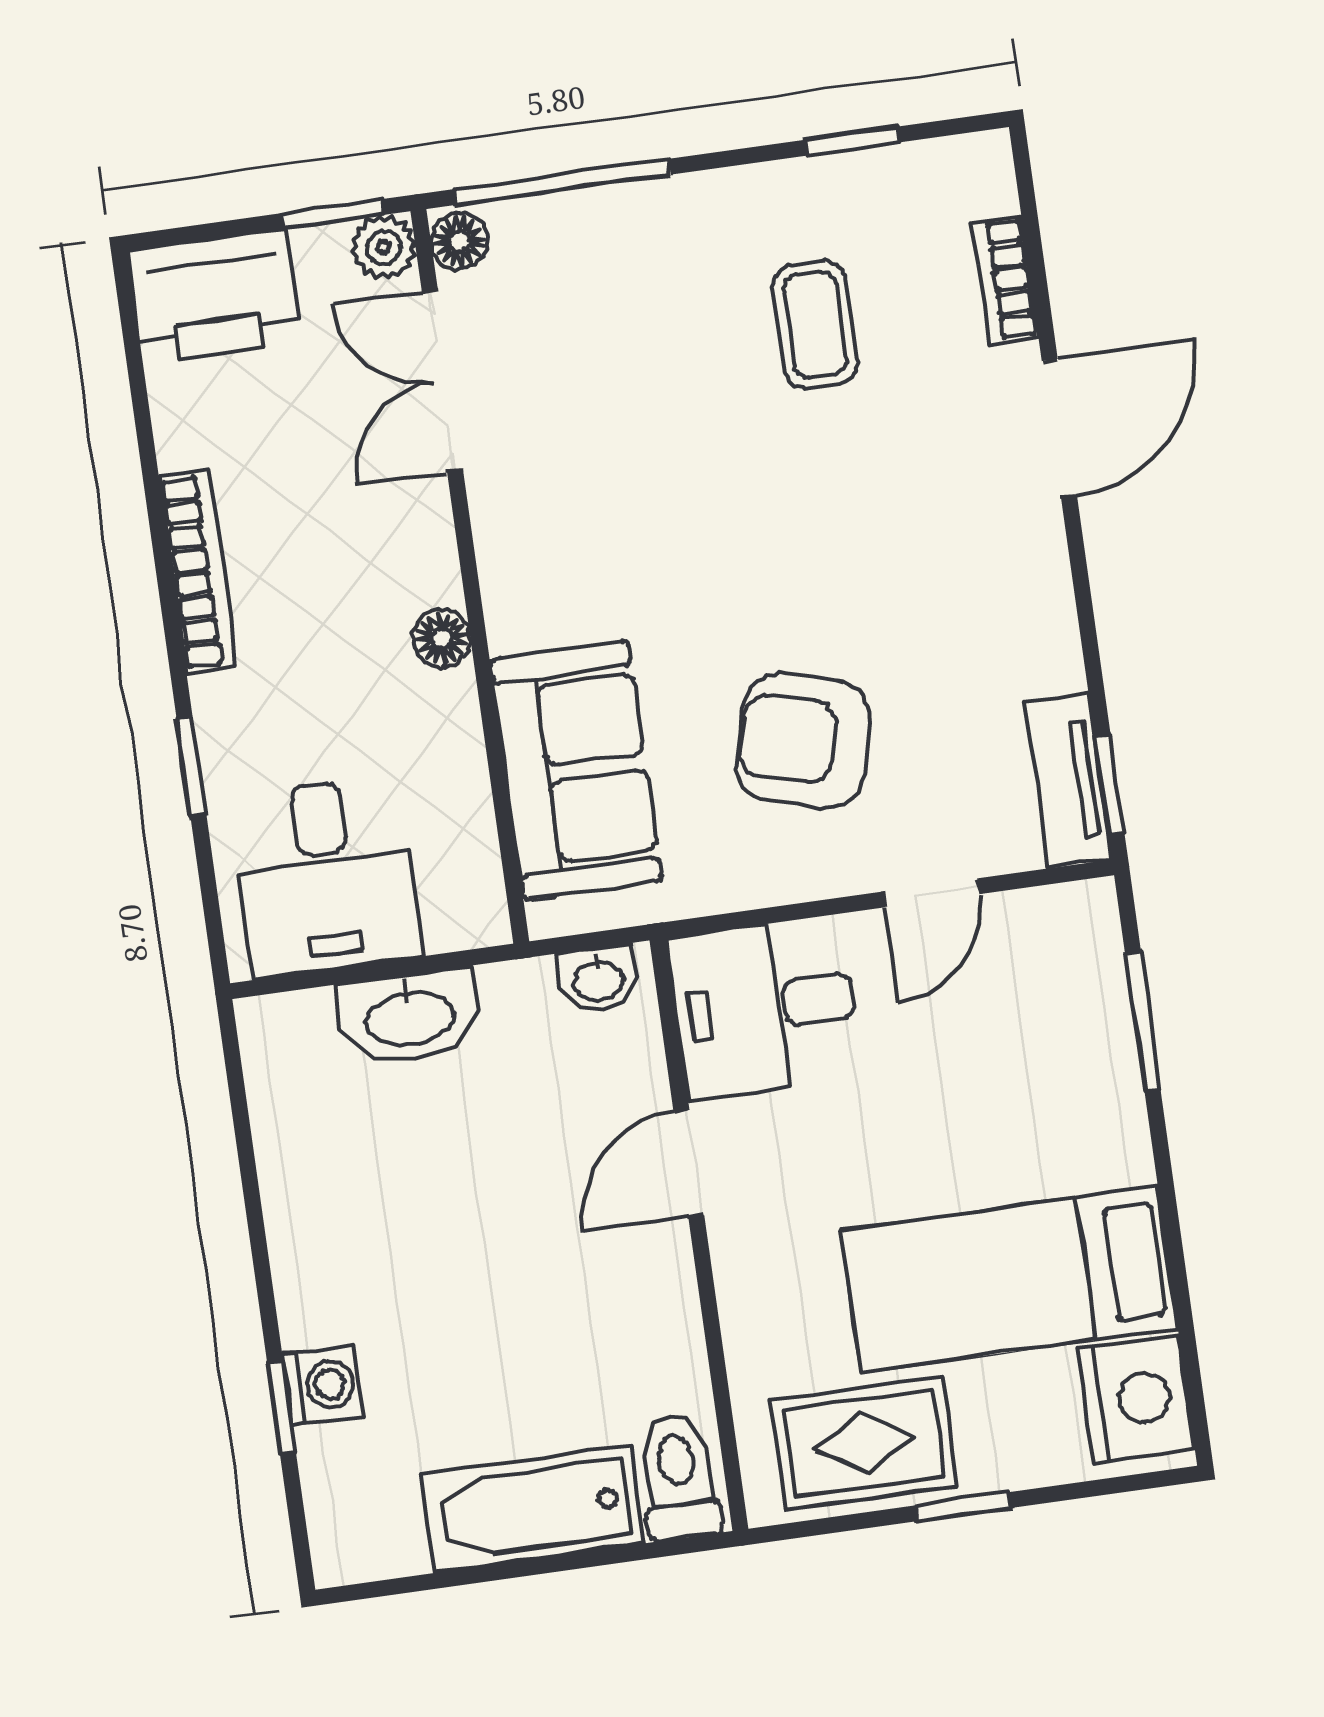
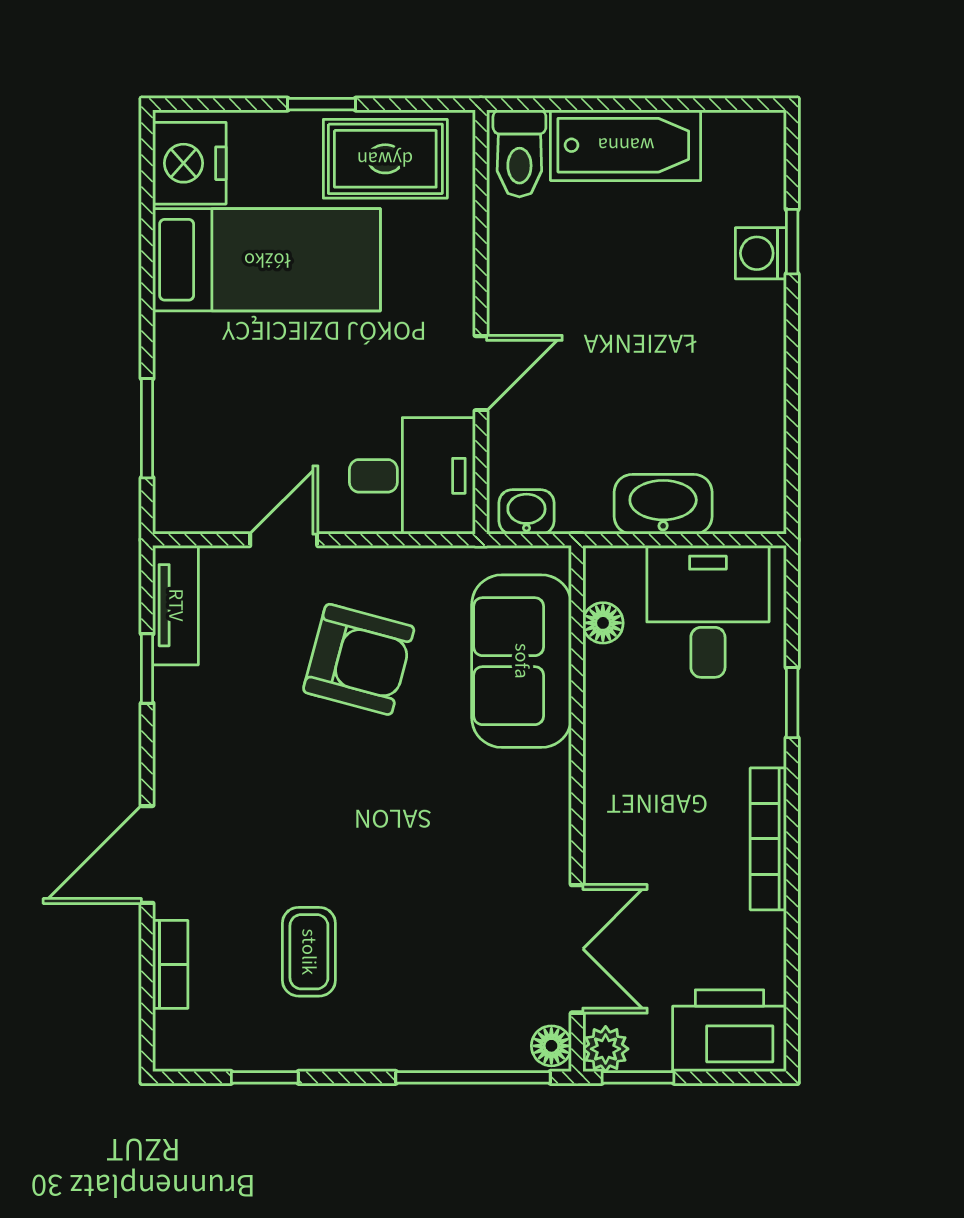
floor lamp: (442, 638) -> (603, 623), moved
window: (1110, 785) -> (147, 668), moved

